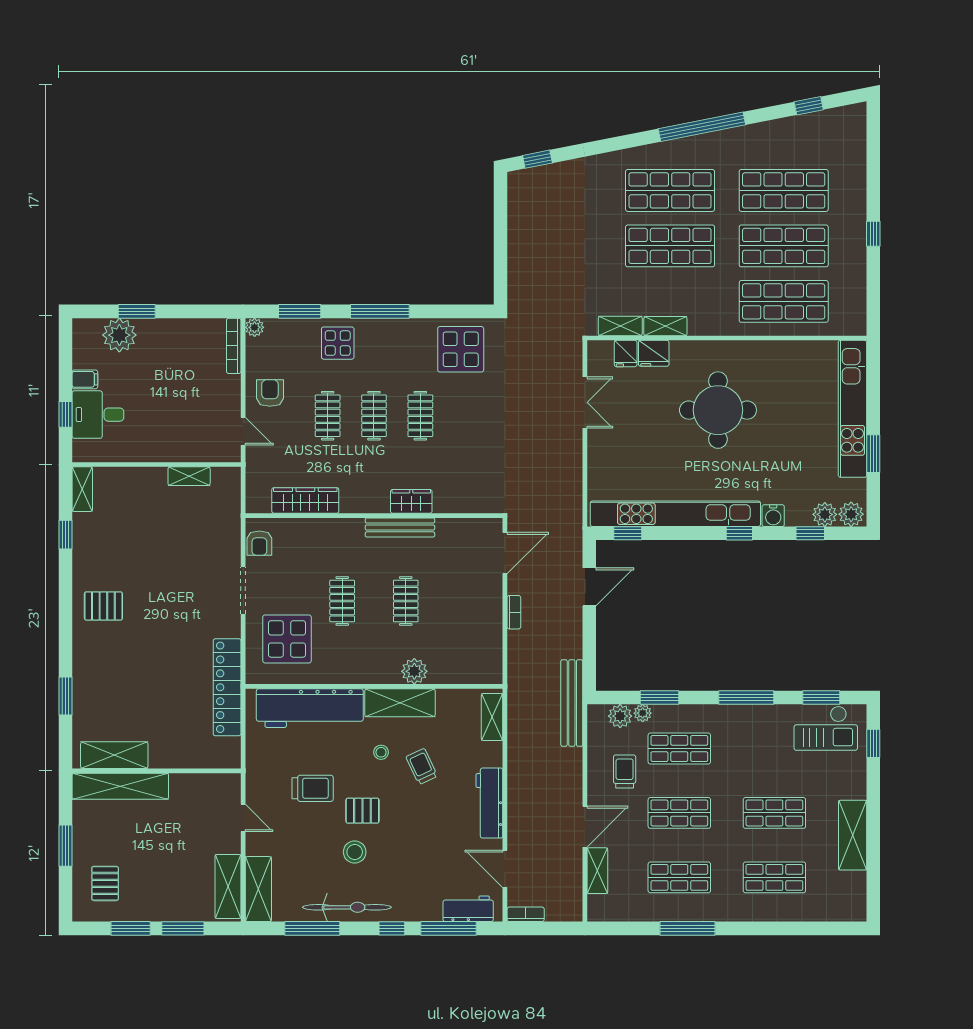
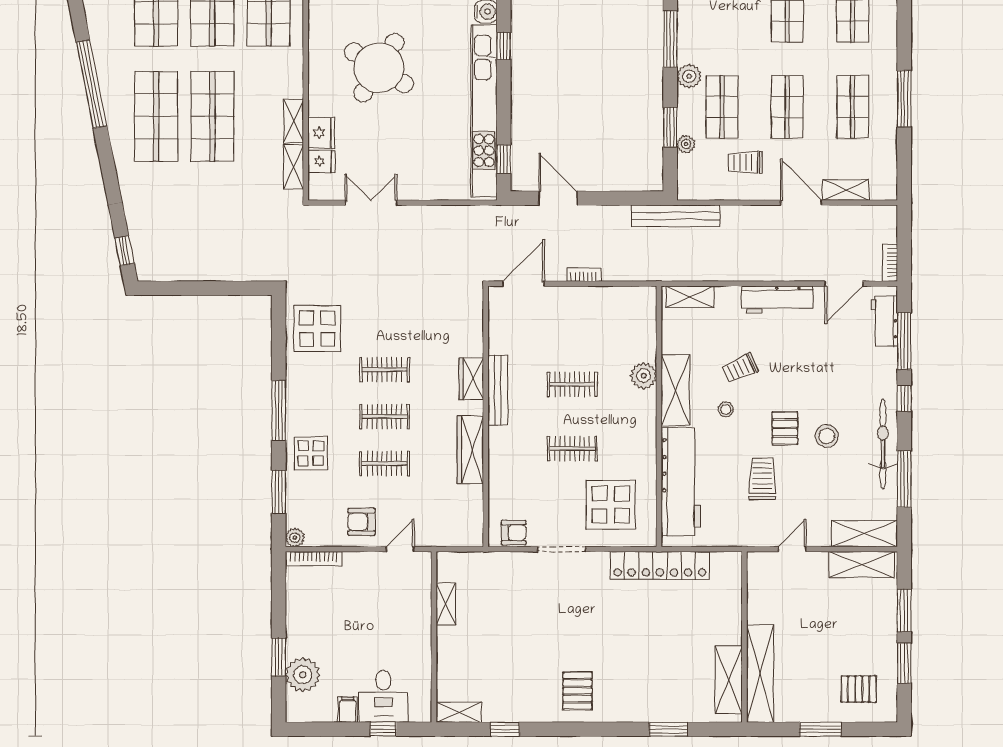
round table: (718, 410) -> (379, 68), turned 32
wardrobe: (305, 500) -> (470, 450), moved
door: (505, 553) -> (524, 284), hinge flipped
plant: (620, 716) -> (689, 76), moved

